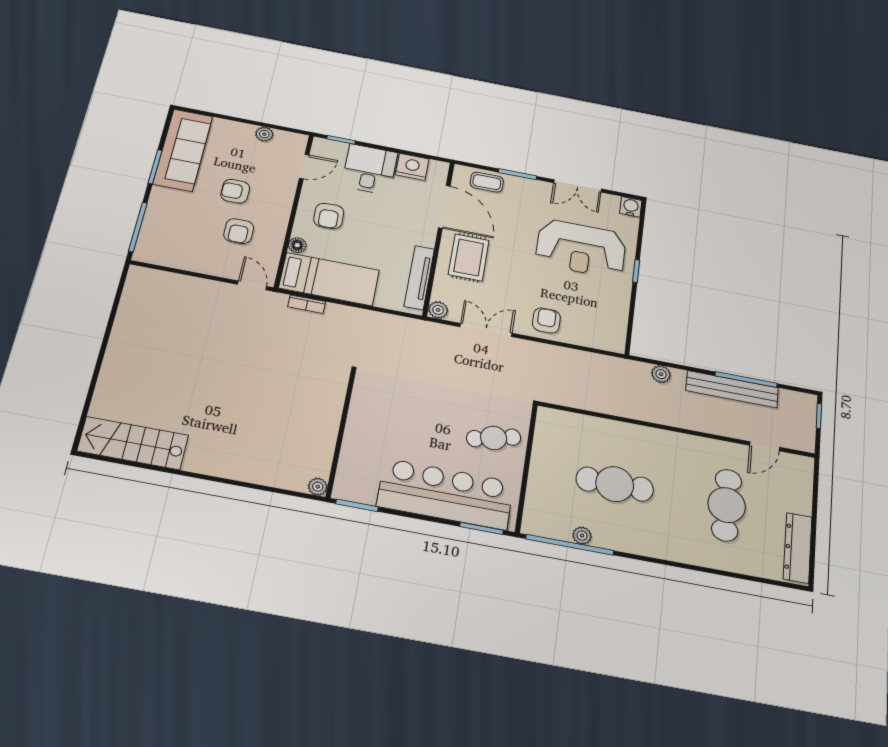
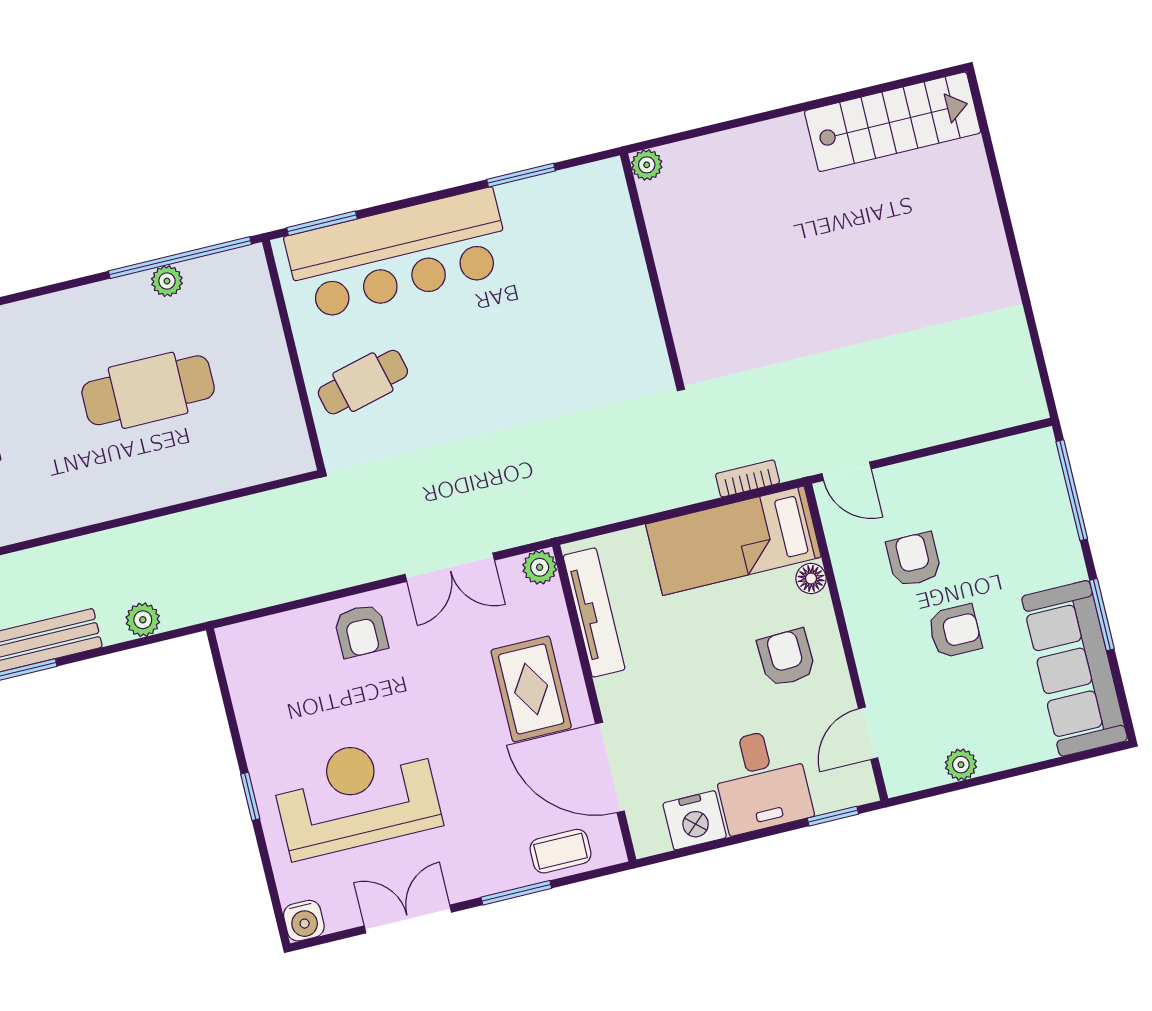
wall: (341, 433) -> (652, 268), moved
plant: (318, 487) -> (647, 165), moved

